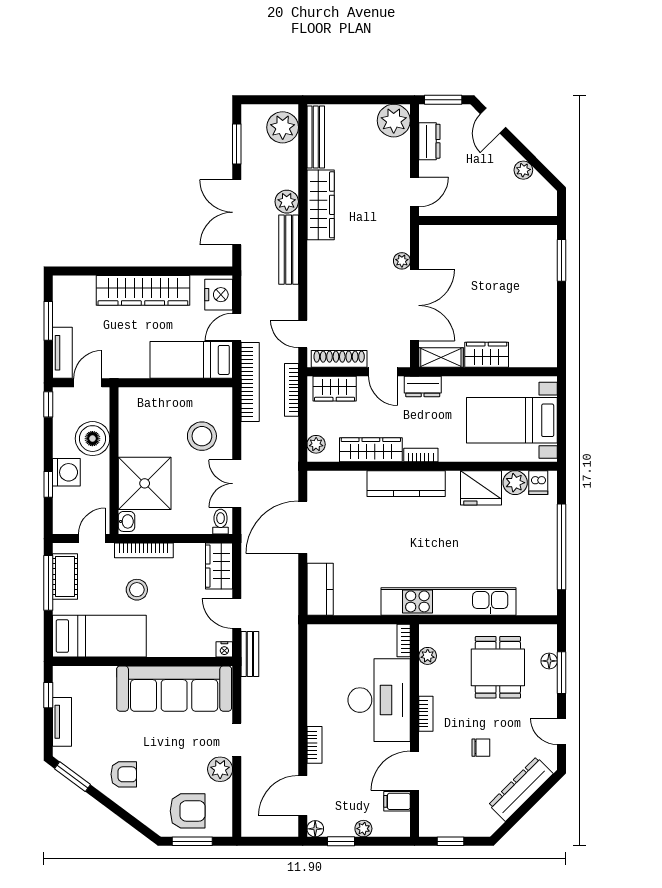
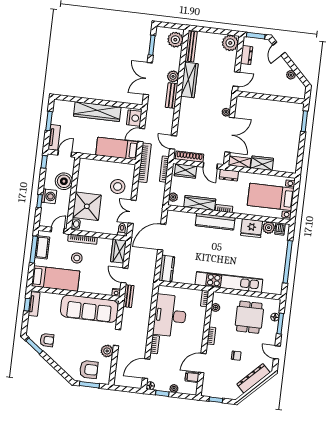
bench: (289, 250) -> (172, 96), width x0.73
desk: (379, 700) -> (170, 316), moved, turned 180
tv unit: (62, 722) -> (34, 304), moved
armchair: (124, 774) -> (47, 340), moved

